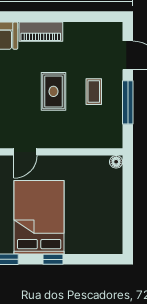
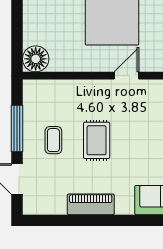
piano: (41, 32) -> (91, 204), moved
floor lamp: (116, 162) -> (36, 59), width x1.89, depth x1.89

